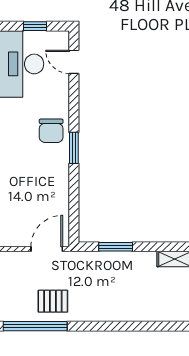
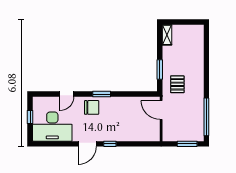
door: (74, 62) -> (67, 94), moved
pallet: (53, 301) -> (177, 84), moved

